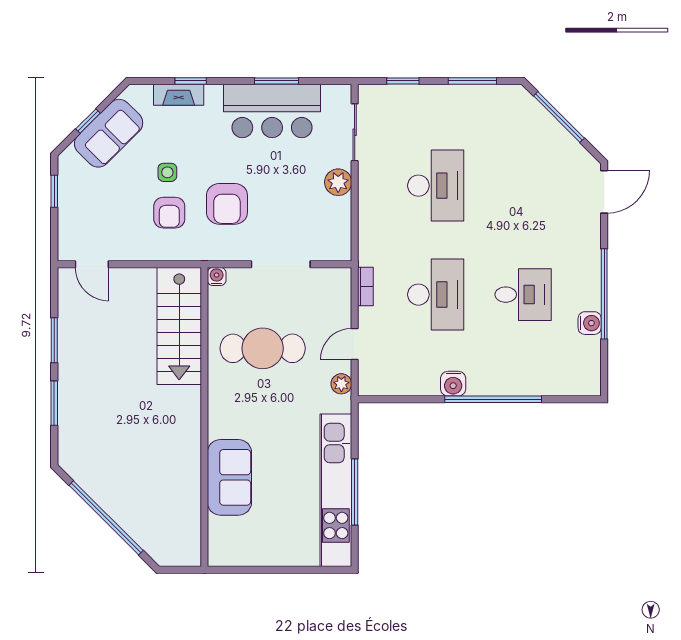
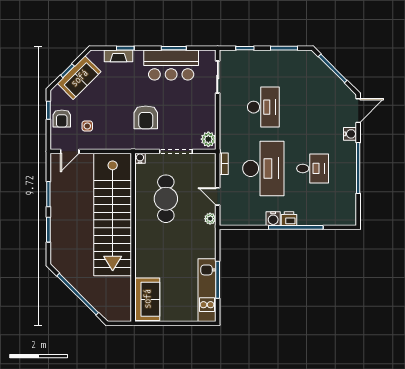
side table: (167, 172) -> (87, 126), moved
plant: (338, 182) -> (208, 139), moved
armchair: (169, 213) -> (62, 118), moved
door: (92, 264) -> (70, 151), hinge flipped
desk: (436, 295) -> (263, 168), width x1.36, depth x1.30
water cooler: (590, 323) -> (350, 134), moved
stairs: (179, 326) -> (113, 214), width x1.86, depth x1.51
door: (355, 344) -> (218, 196), hinge flipped
cafe table: (263, 348) -> (166, 199), turned 90
printer: (481, 384) -> (289, 219), added
sofa: (229, 477) -> (147, 299), moved
kitchen unit: (336, 490) -> (207, 290), width x0.73

